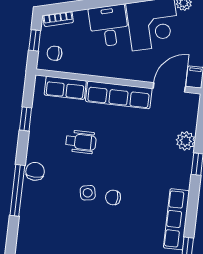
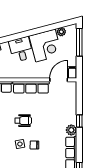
plant: (186, 141) -> (71, 130), moved
wheelchair: (81, 142) -> (23, 121), moved

